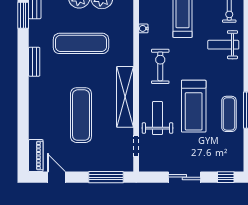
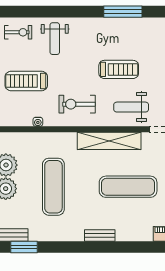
bench: (34, 62) -> (100, 235), moved
treadmill: (194, 106) -> (119, 69), width x0.73, depth x0.73
exercise mat: (229, 114) -> (127, 33), removed

